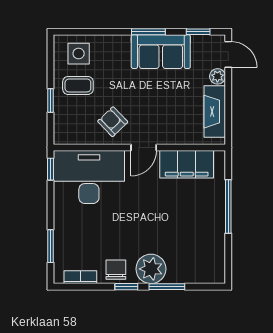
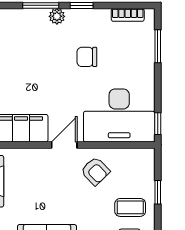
plant: (151, 269) -> (57, 16), width x0.53, depth x0.53
chair: (116, 270) -> (87, 57), moved, turned 90

